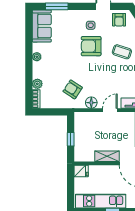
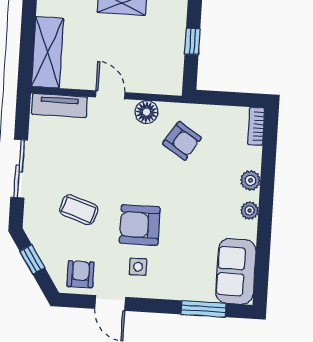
armchair: (91, 46) -> (140, 225), turned 180
plant: (37, 84) -> (250, 180), moved
door: (110, 110) -> (110, 95), swing flipped

